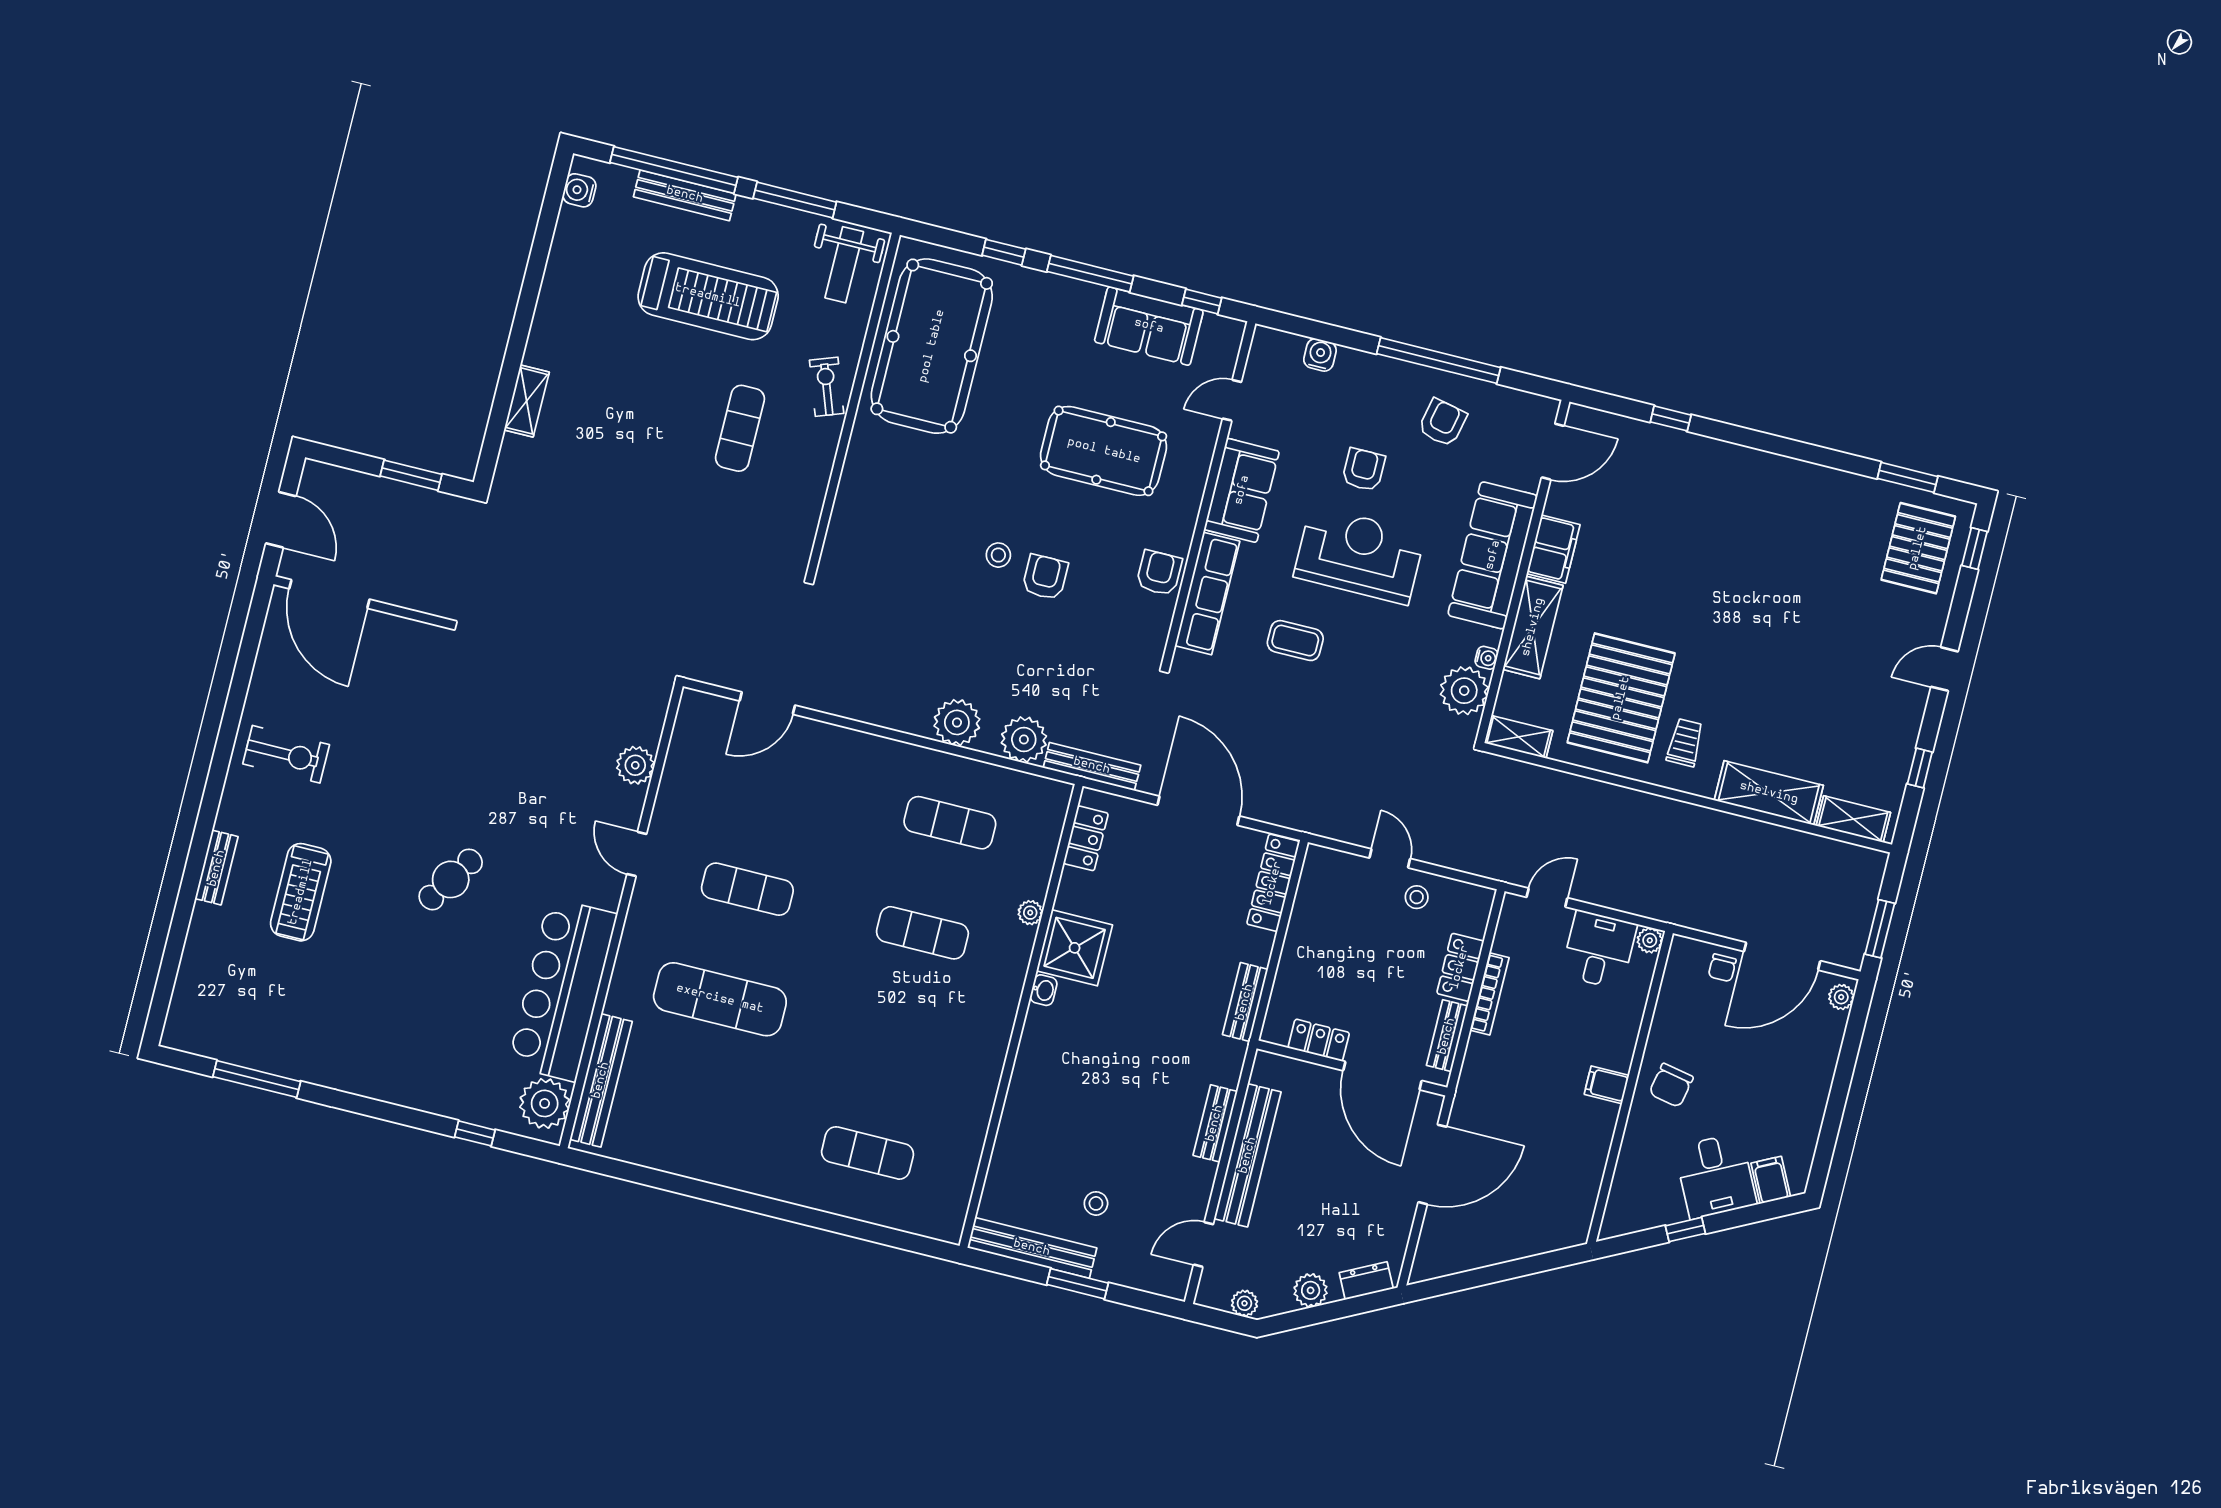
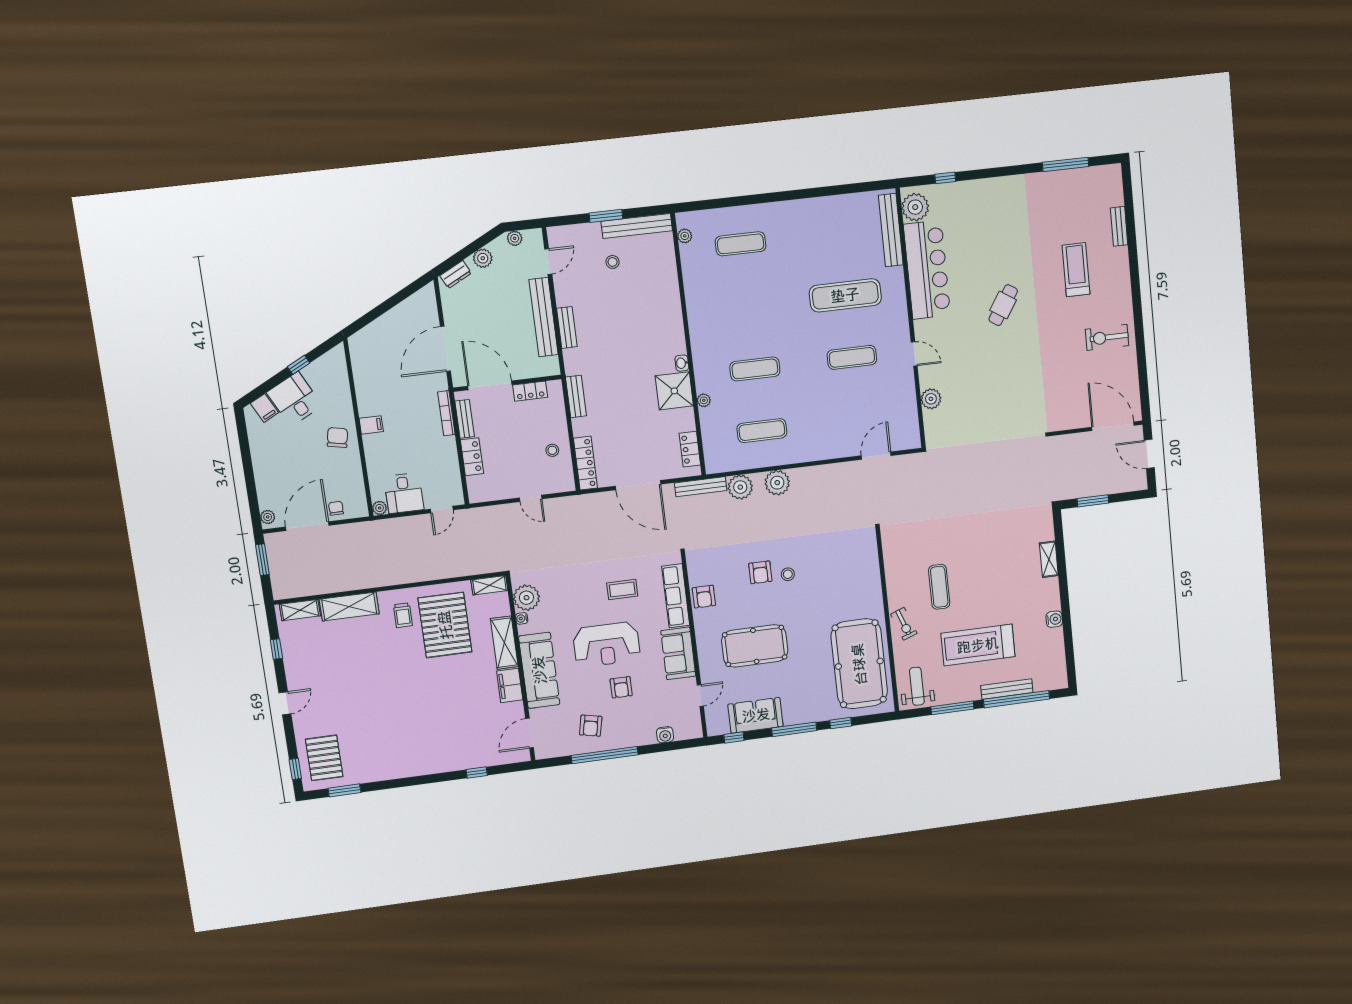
water cooler: (579, 190) -> (1054, 619), moved
bench: (217, 868) -> (1119, 226), moved
stool: (1417, 897) -> (552, 450), moved
bookcase: (1490, 994) -> (446, 413), moved
plant: (958, 1201) -> (685, 236), added

